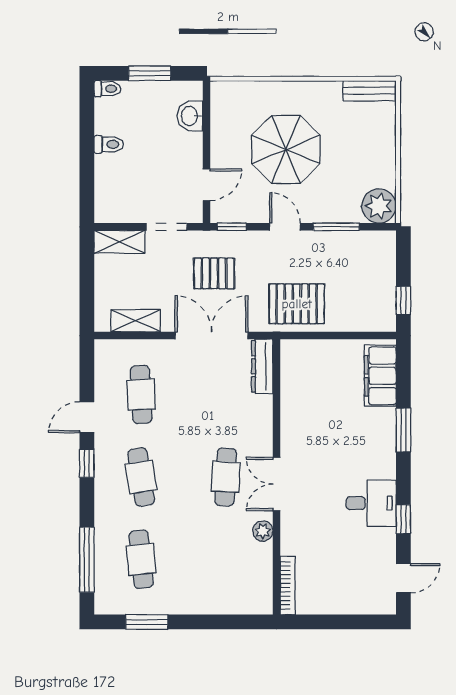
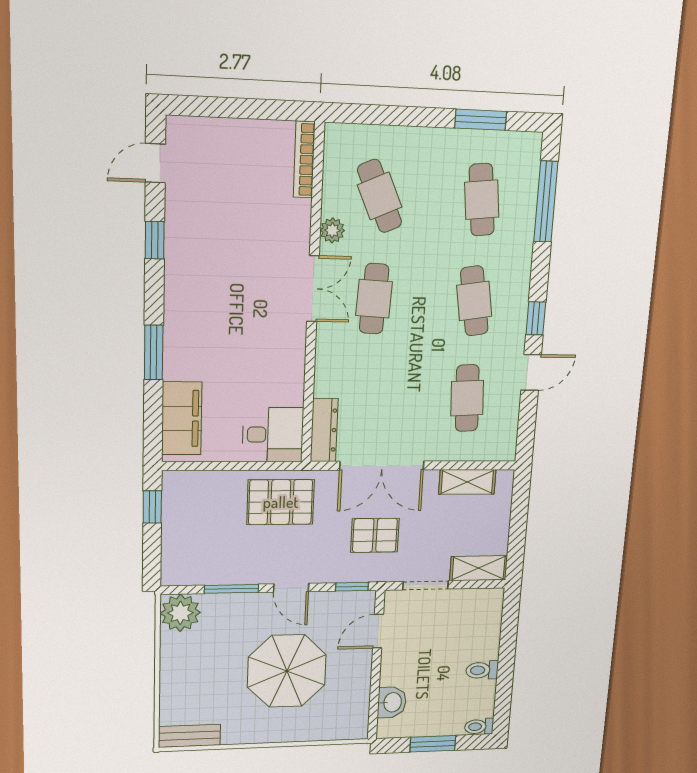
desk: (371, 503) -> (273, 435), moved, turned 180
cafe table: (226, 559) -> (380, 196), added

